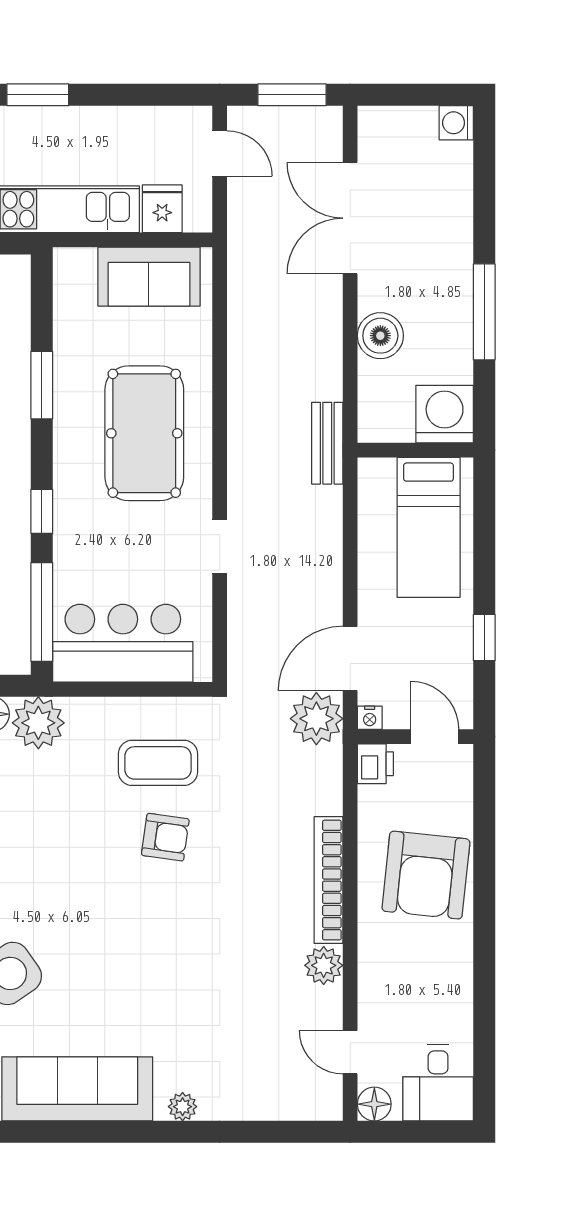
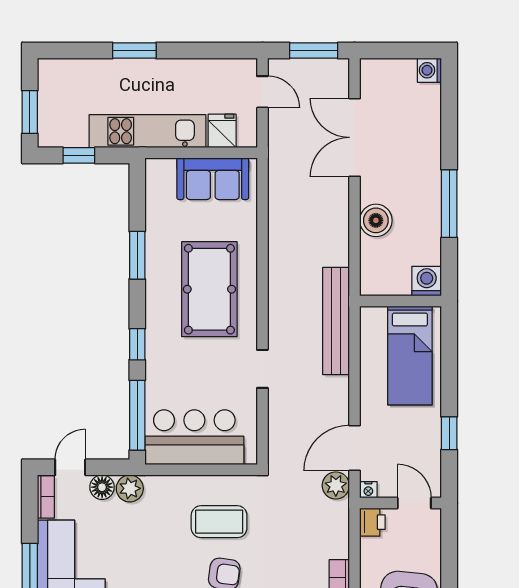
washing machine: (445, 414) -> (427, 281), width x0.73, depth x0.73
bench: (327, 443) -> (336, 321), width x1.86, depth x1.21
plant: (316, 719) -> (336, 485), width x0.73, depth x0.73
plant: (38, 723) -> (130, 488), width x0.73, depth x0.73

